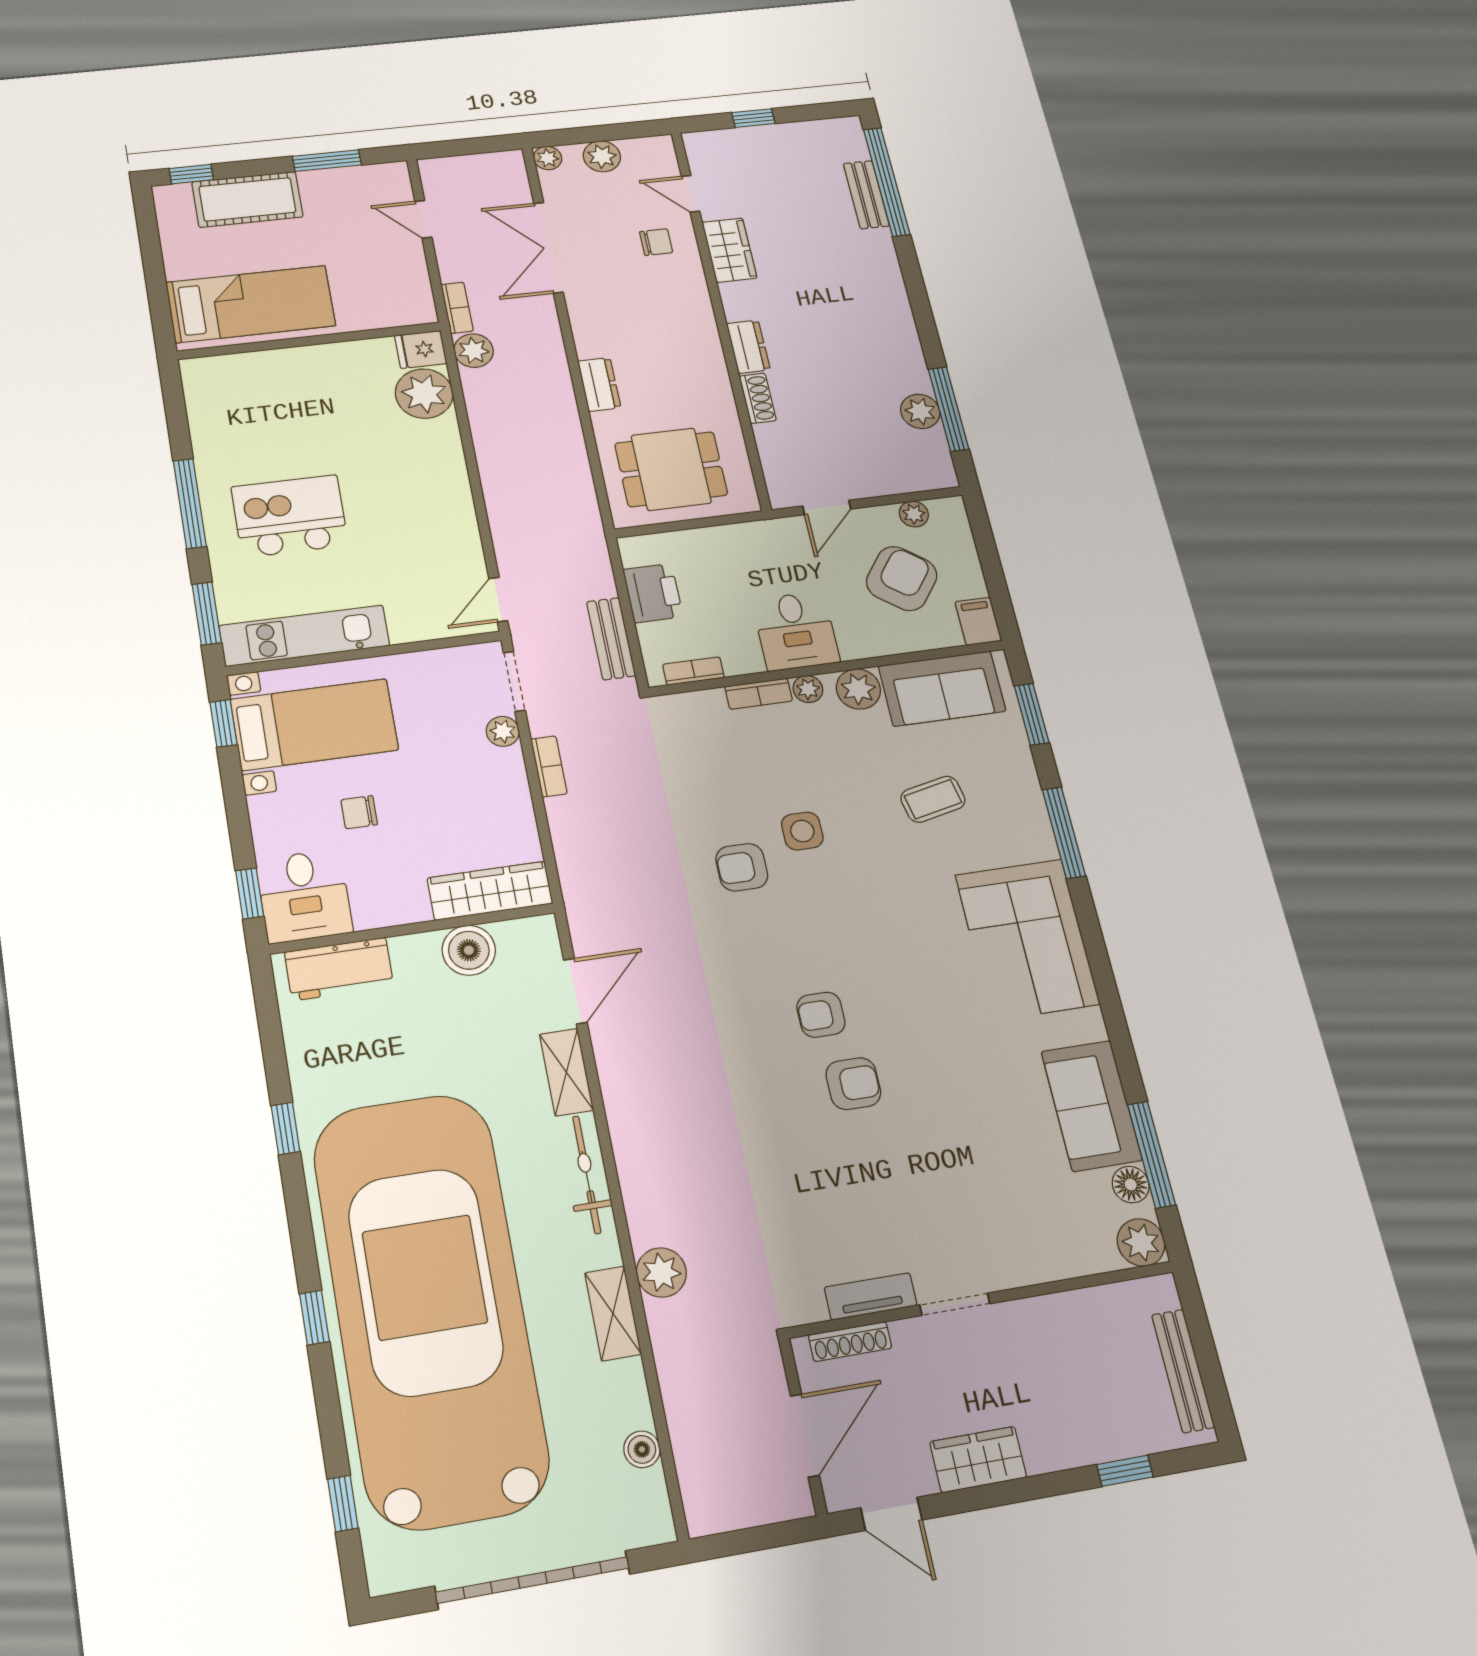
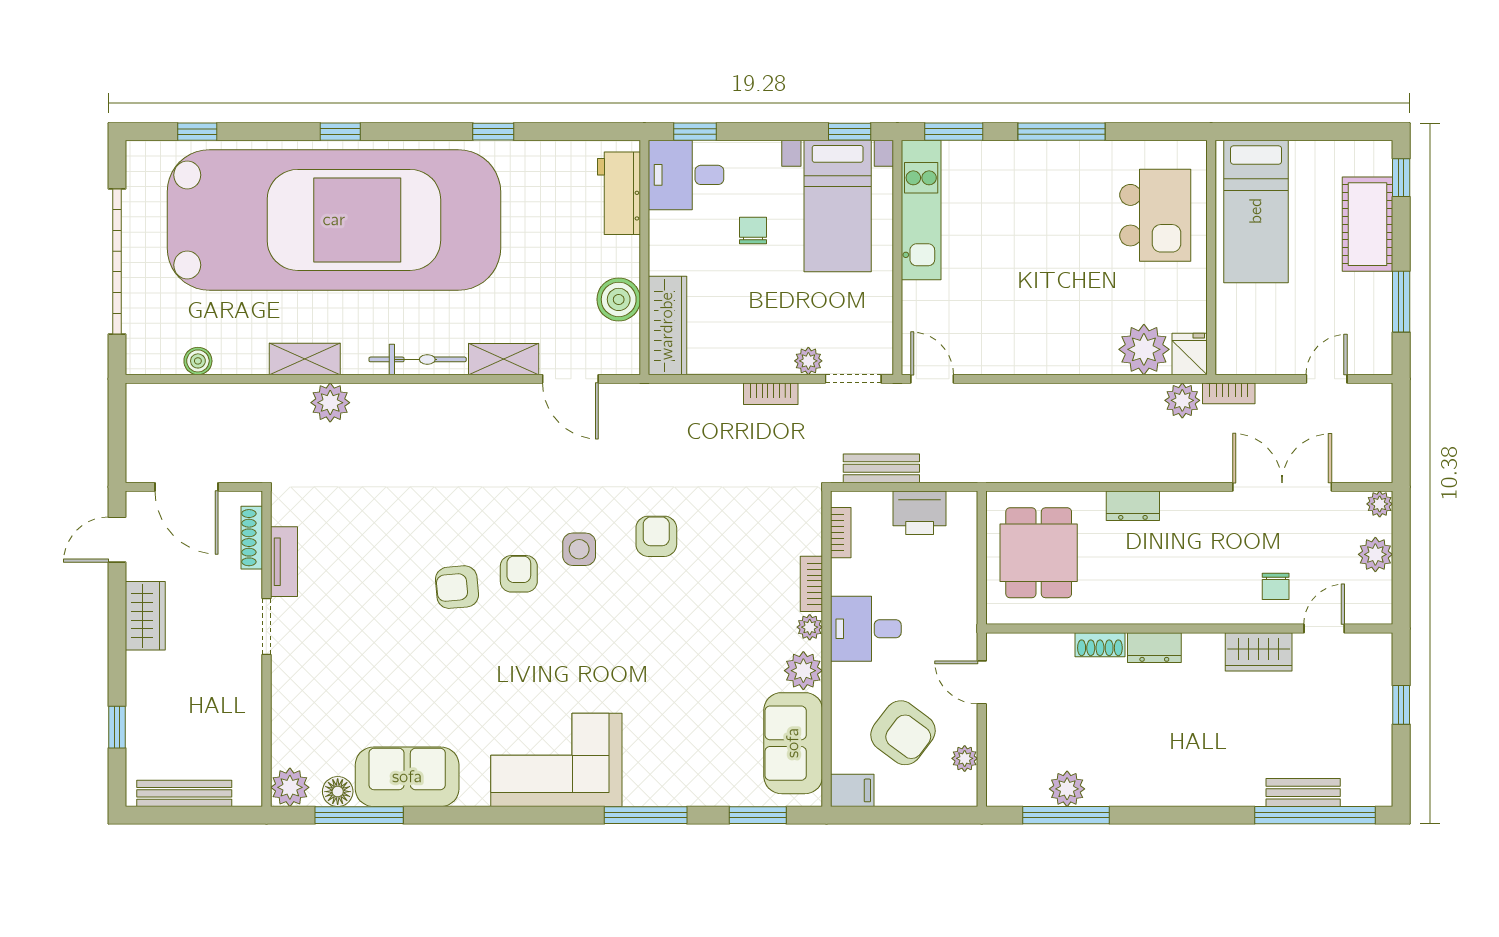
kitchen island: (290, 516) -> (1155, 215), moved
coffee table: (933, 799) -> (693, 711), removed
side table: (802, 831) -> (579, 549), moved
armchair: (853, 1084) -> (457, 587), turned 85

